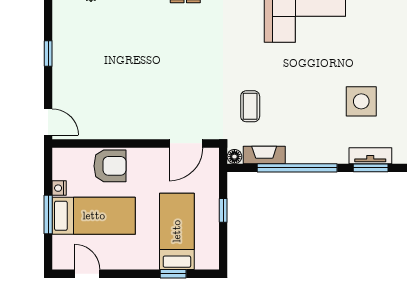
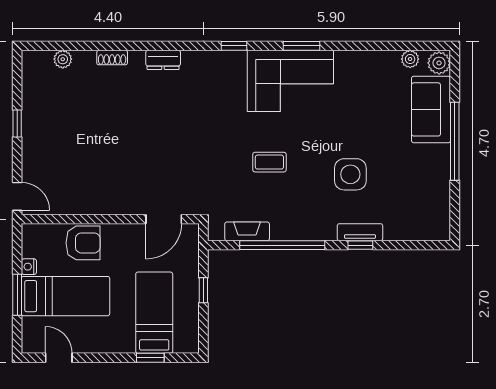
coffee table: (250, 106) -> (269, 162), moved, turned 90
floor lamp: (234, 157) -> (215, 233), removed
window: (371, 168) -> (360, 245), width x0.67

